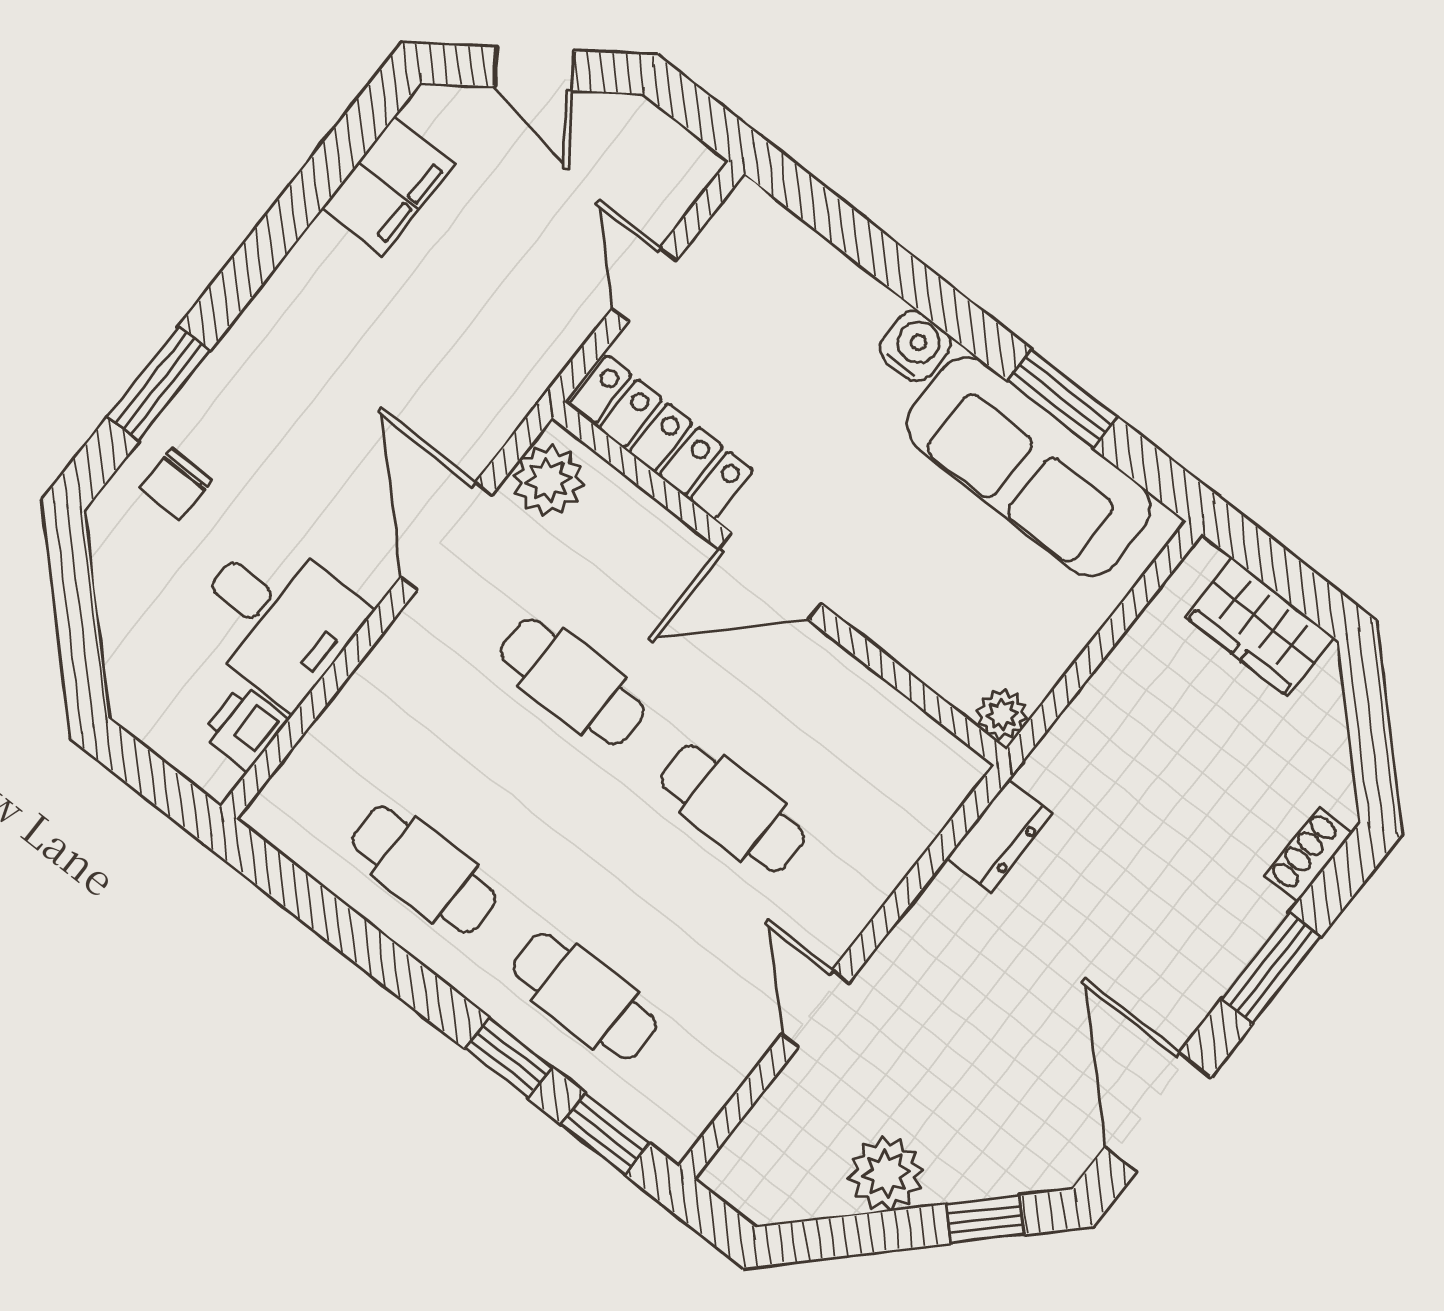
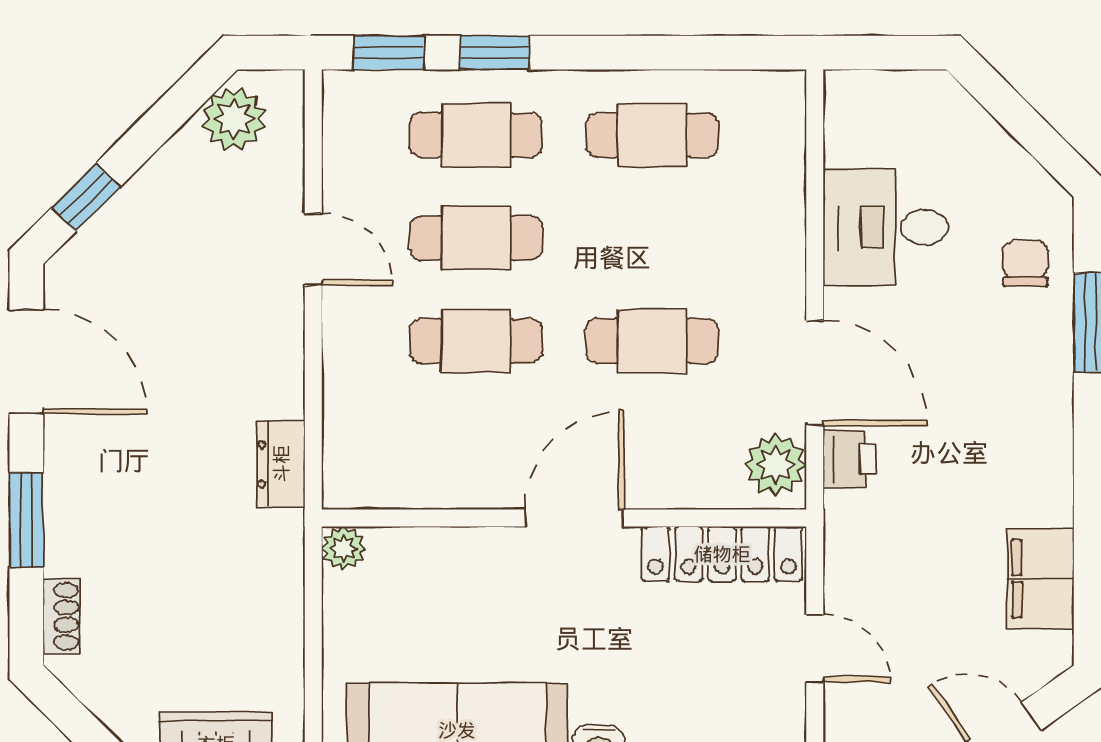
printer: (245, 727) -> (849, 459), moved
cafe table: (659, 902) -> (476, 238), added
plant: (886, 1174) -> (234, 119), moved

